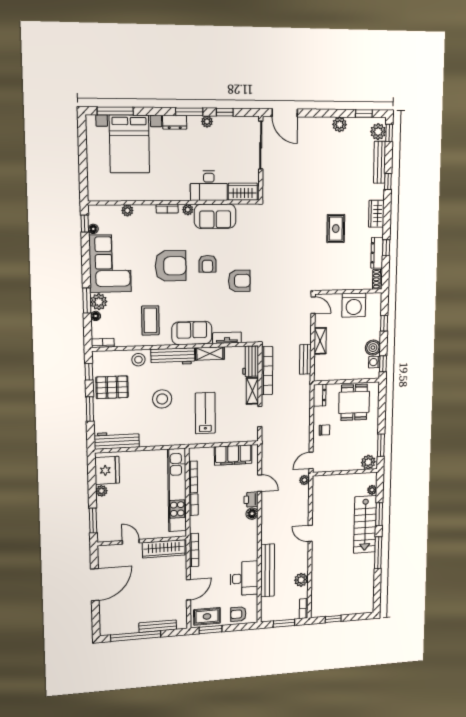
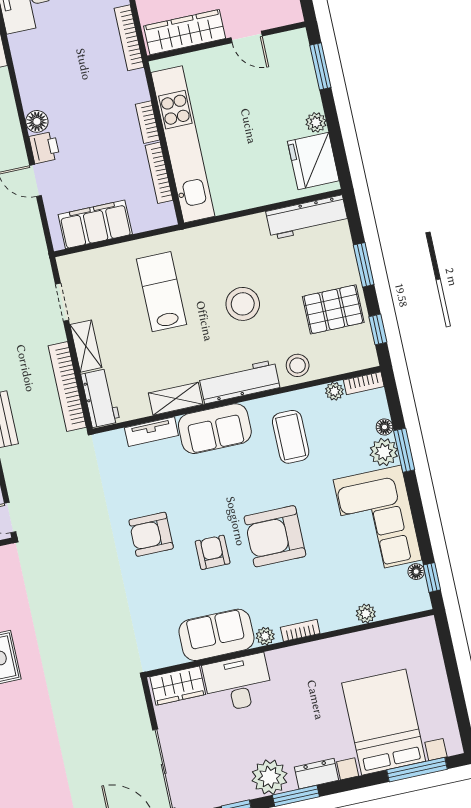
plant: (207, 121) -> (269, 777), width x1.87, depth x1.87
plant: (120, 341) -> (334, 391), added
lab bench: (205, 413) -> (162, 292), turned 180

